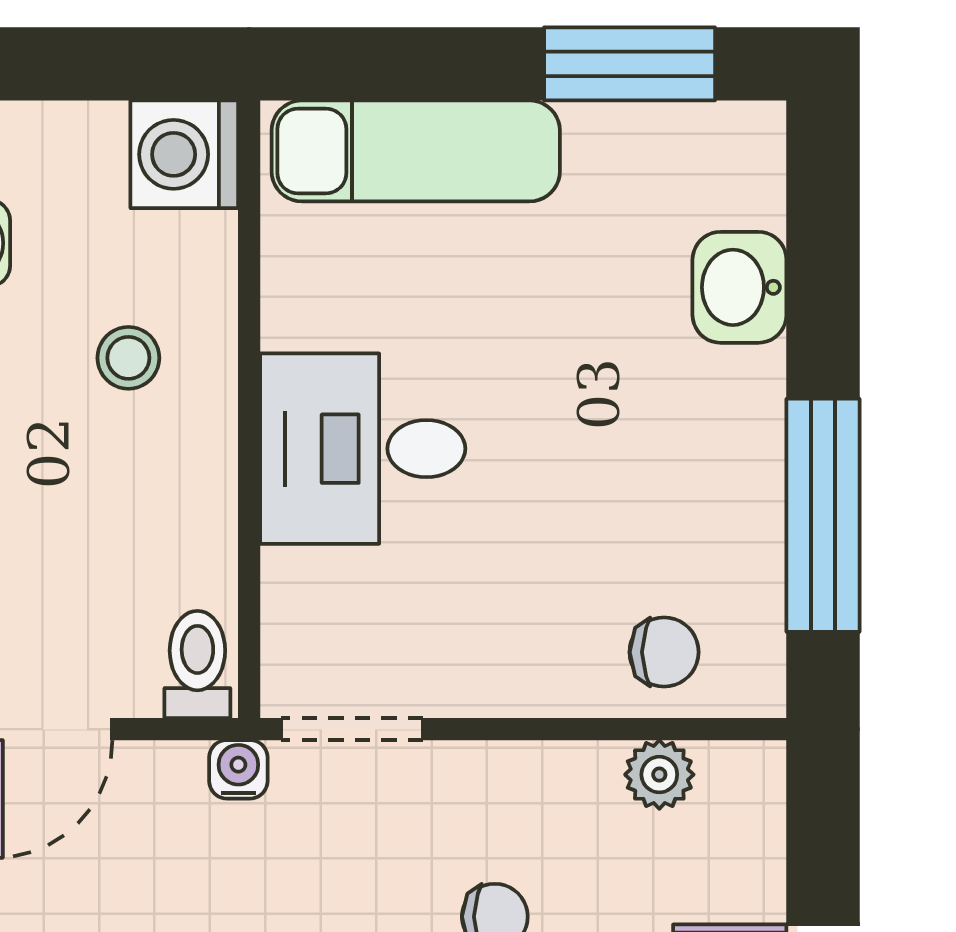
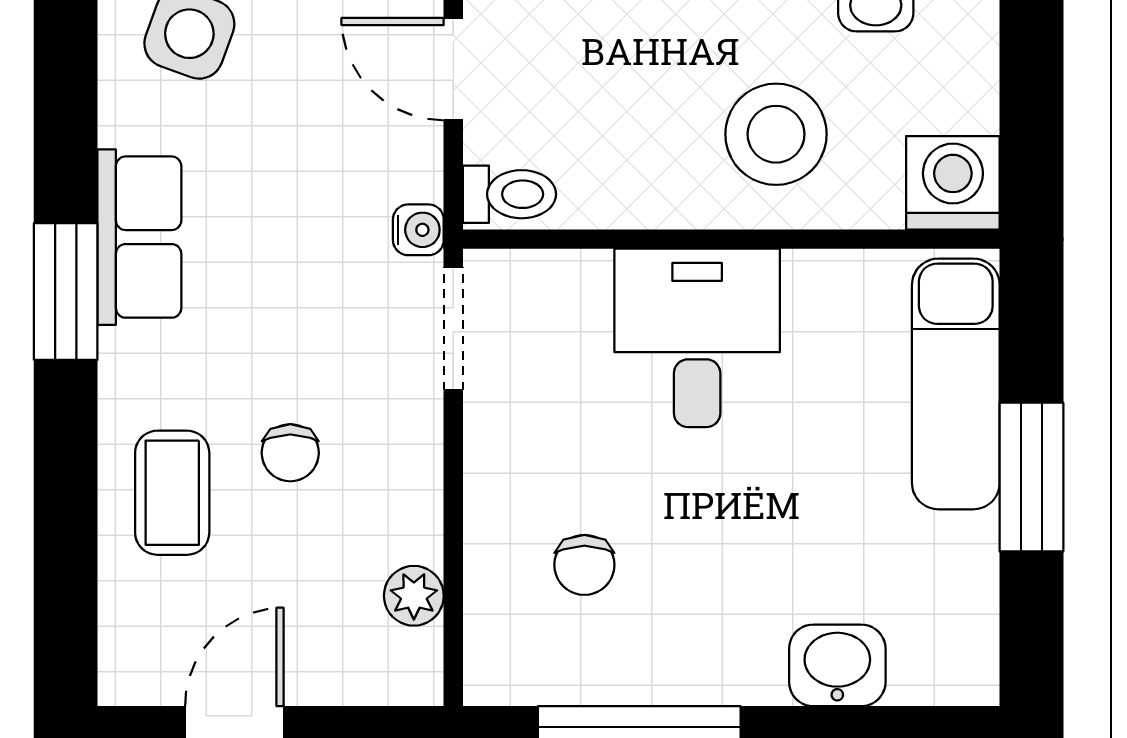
window: (630, 64) -> (1032, 477), moved
stool: (128, 358) -> (776, 134), width x1.89, depth x1.89
chair: (664, 652) -> (584, 565), moved

